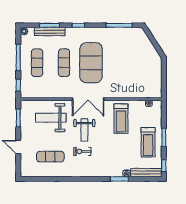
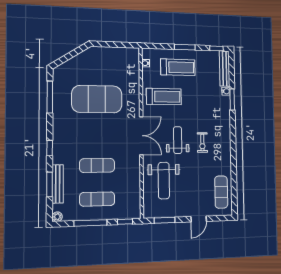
exercise mat: (91, 63) -> (97, 99), moved
weight bench: (84, 130) -> (178, 140), turned -90
treadmill: (148, 142) -> (178, 67), moved
exercise mat: (50, 157) -> (221, 192), moved

